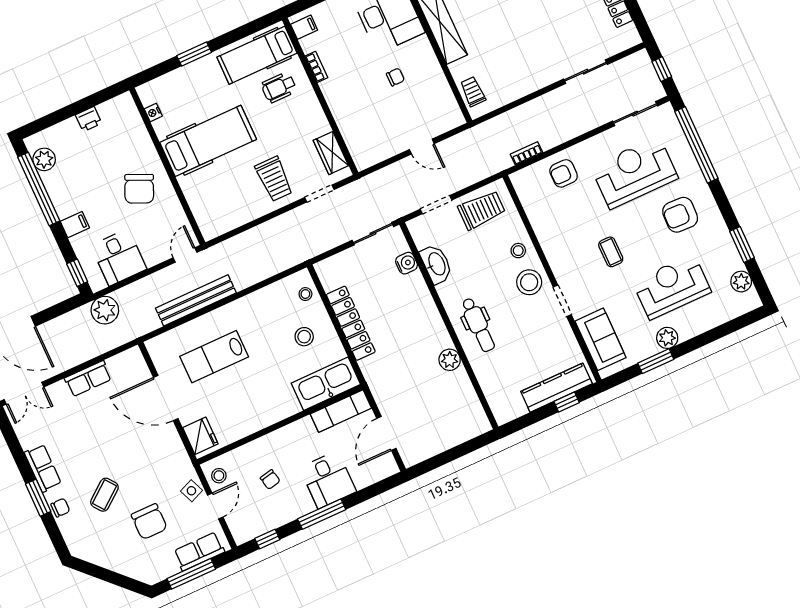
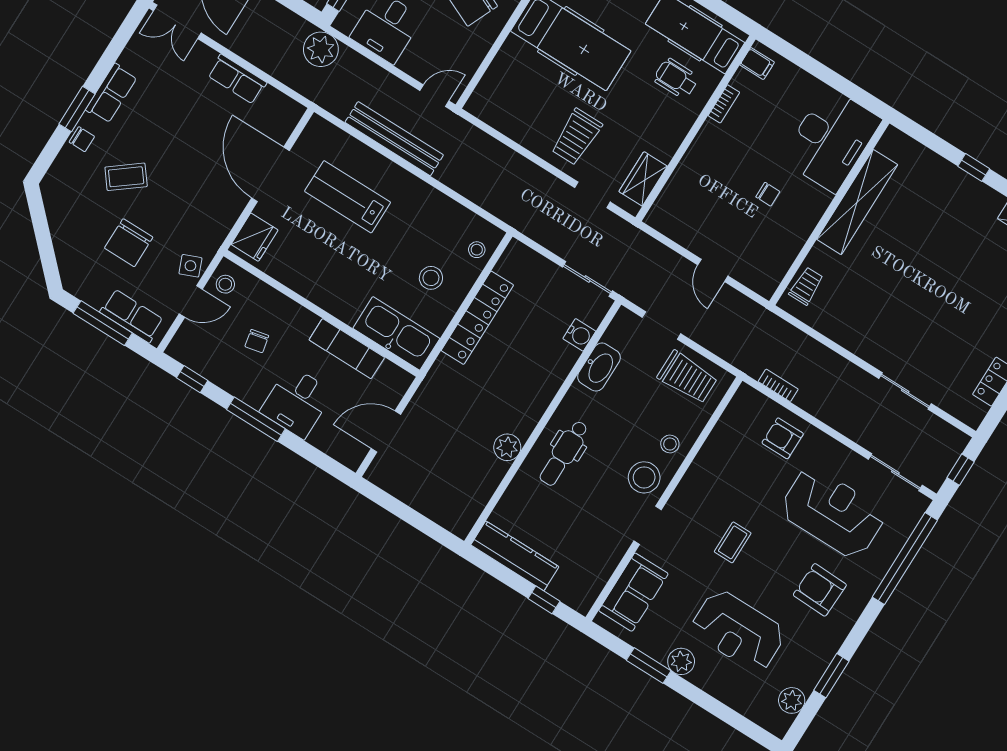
reception desk: (672, 287) -> (738, 631), turned 180
kitchen counter: (556, 388) -> (515, 556), moved
exam couch: (341, 411) -> (347, 349), moved

